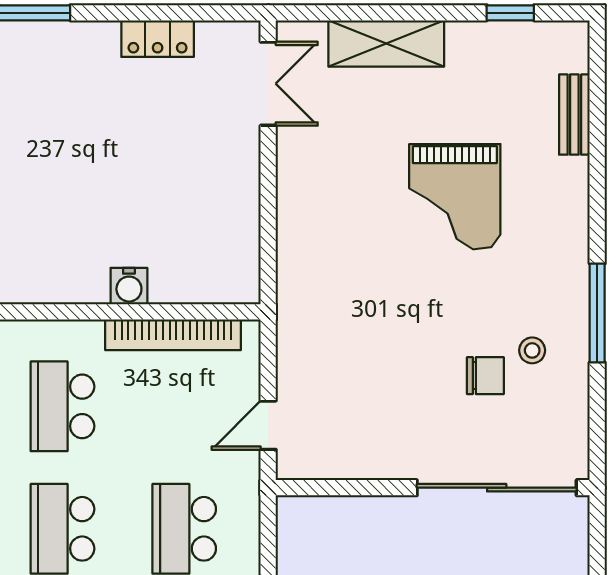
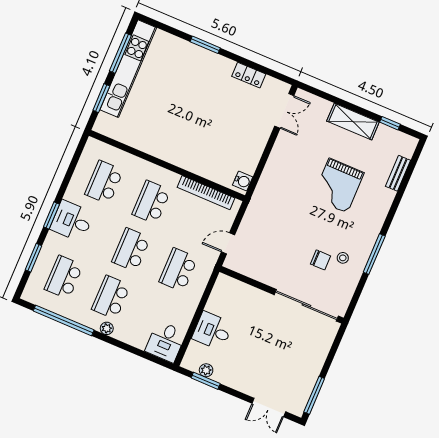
shelving: (386, 43) -> (353, 122), moved
water cooler: (129, 286) -> (243, 181), moved, turned -90

